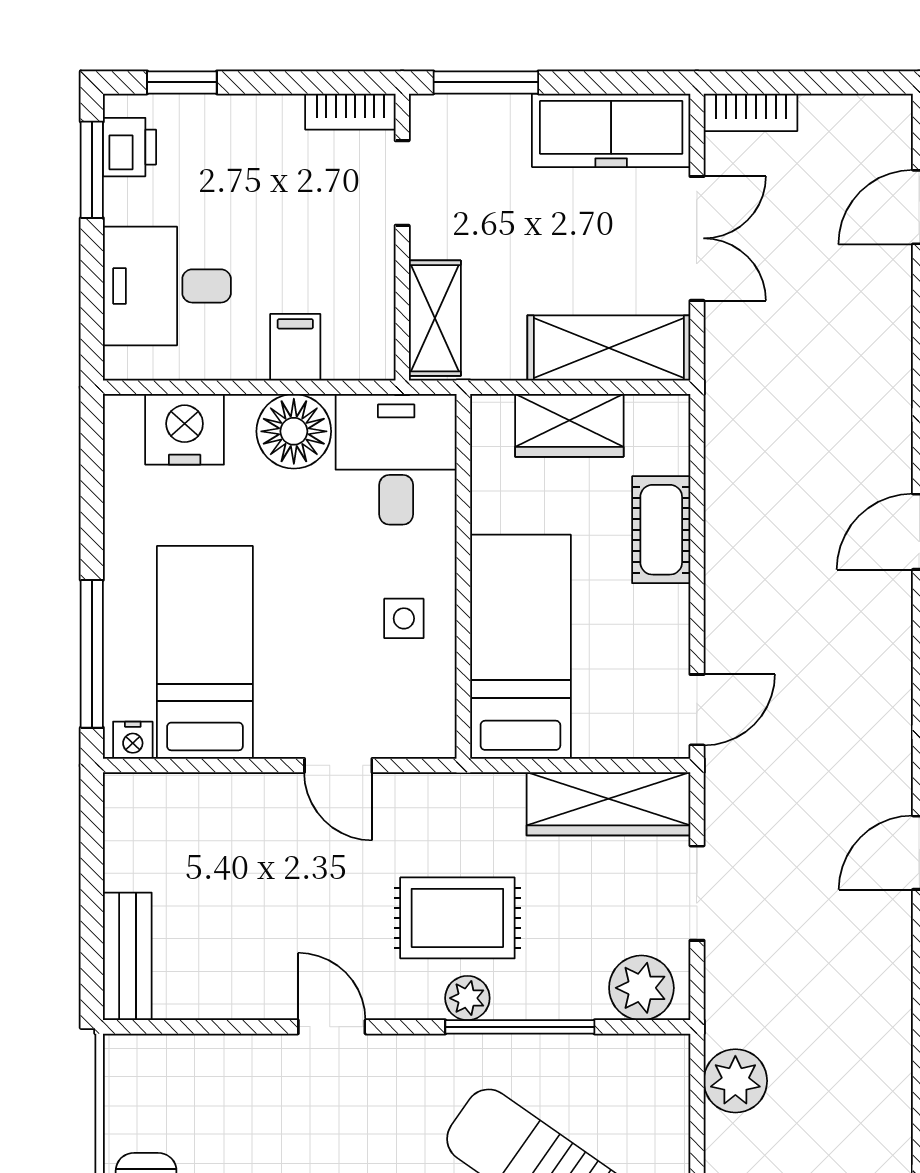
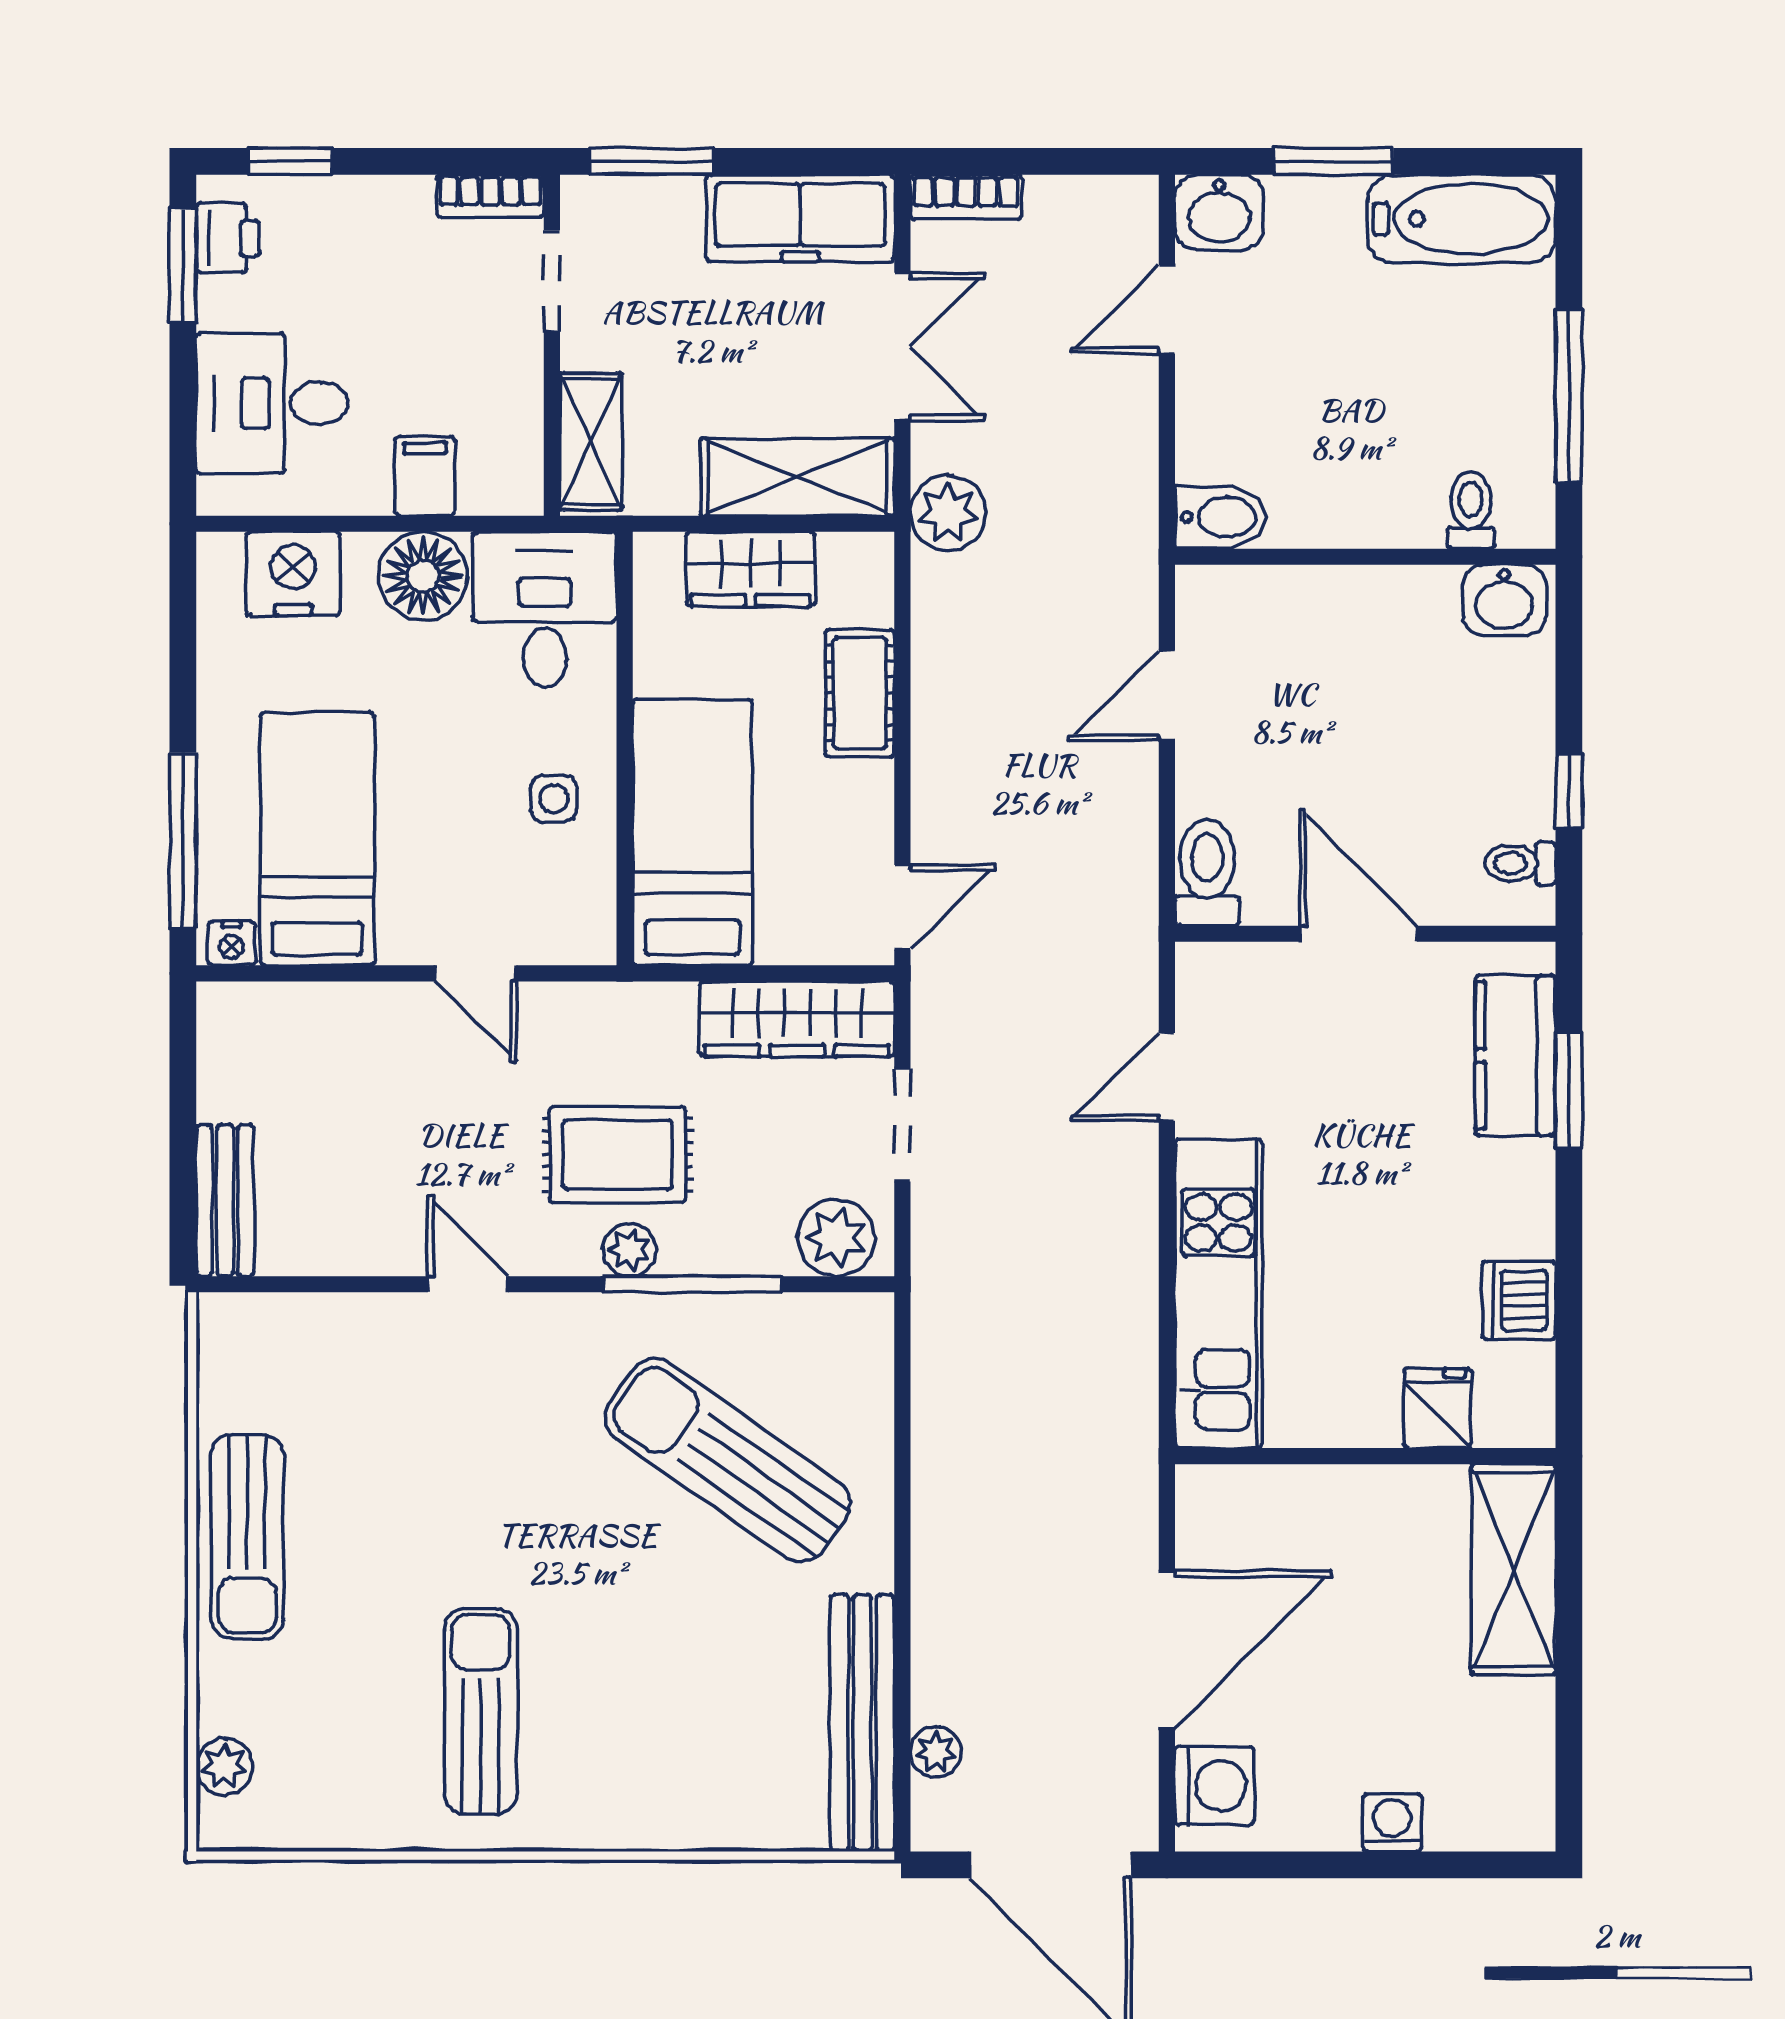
plant: (735, 1081) -> (948, 513), moved

